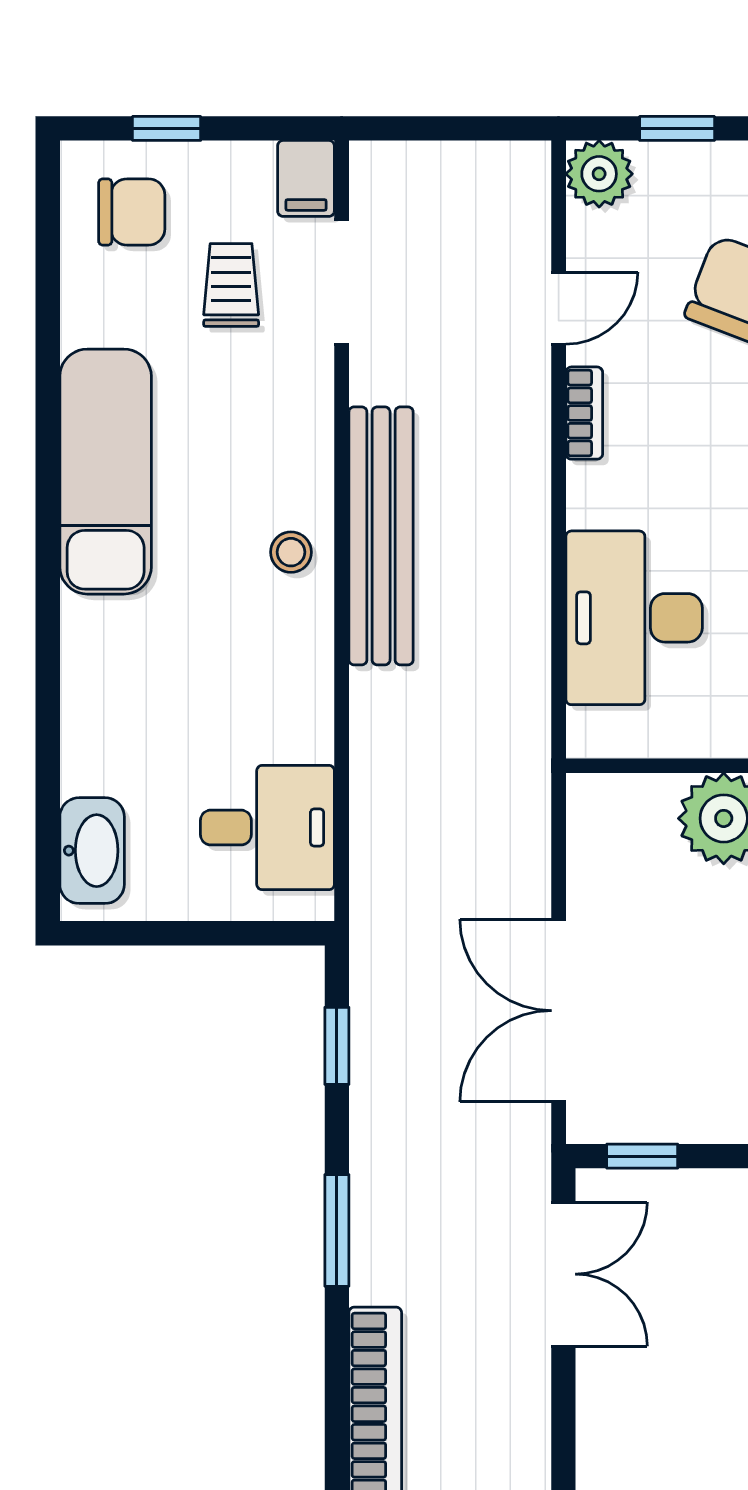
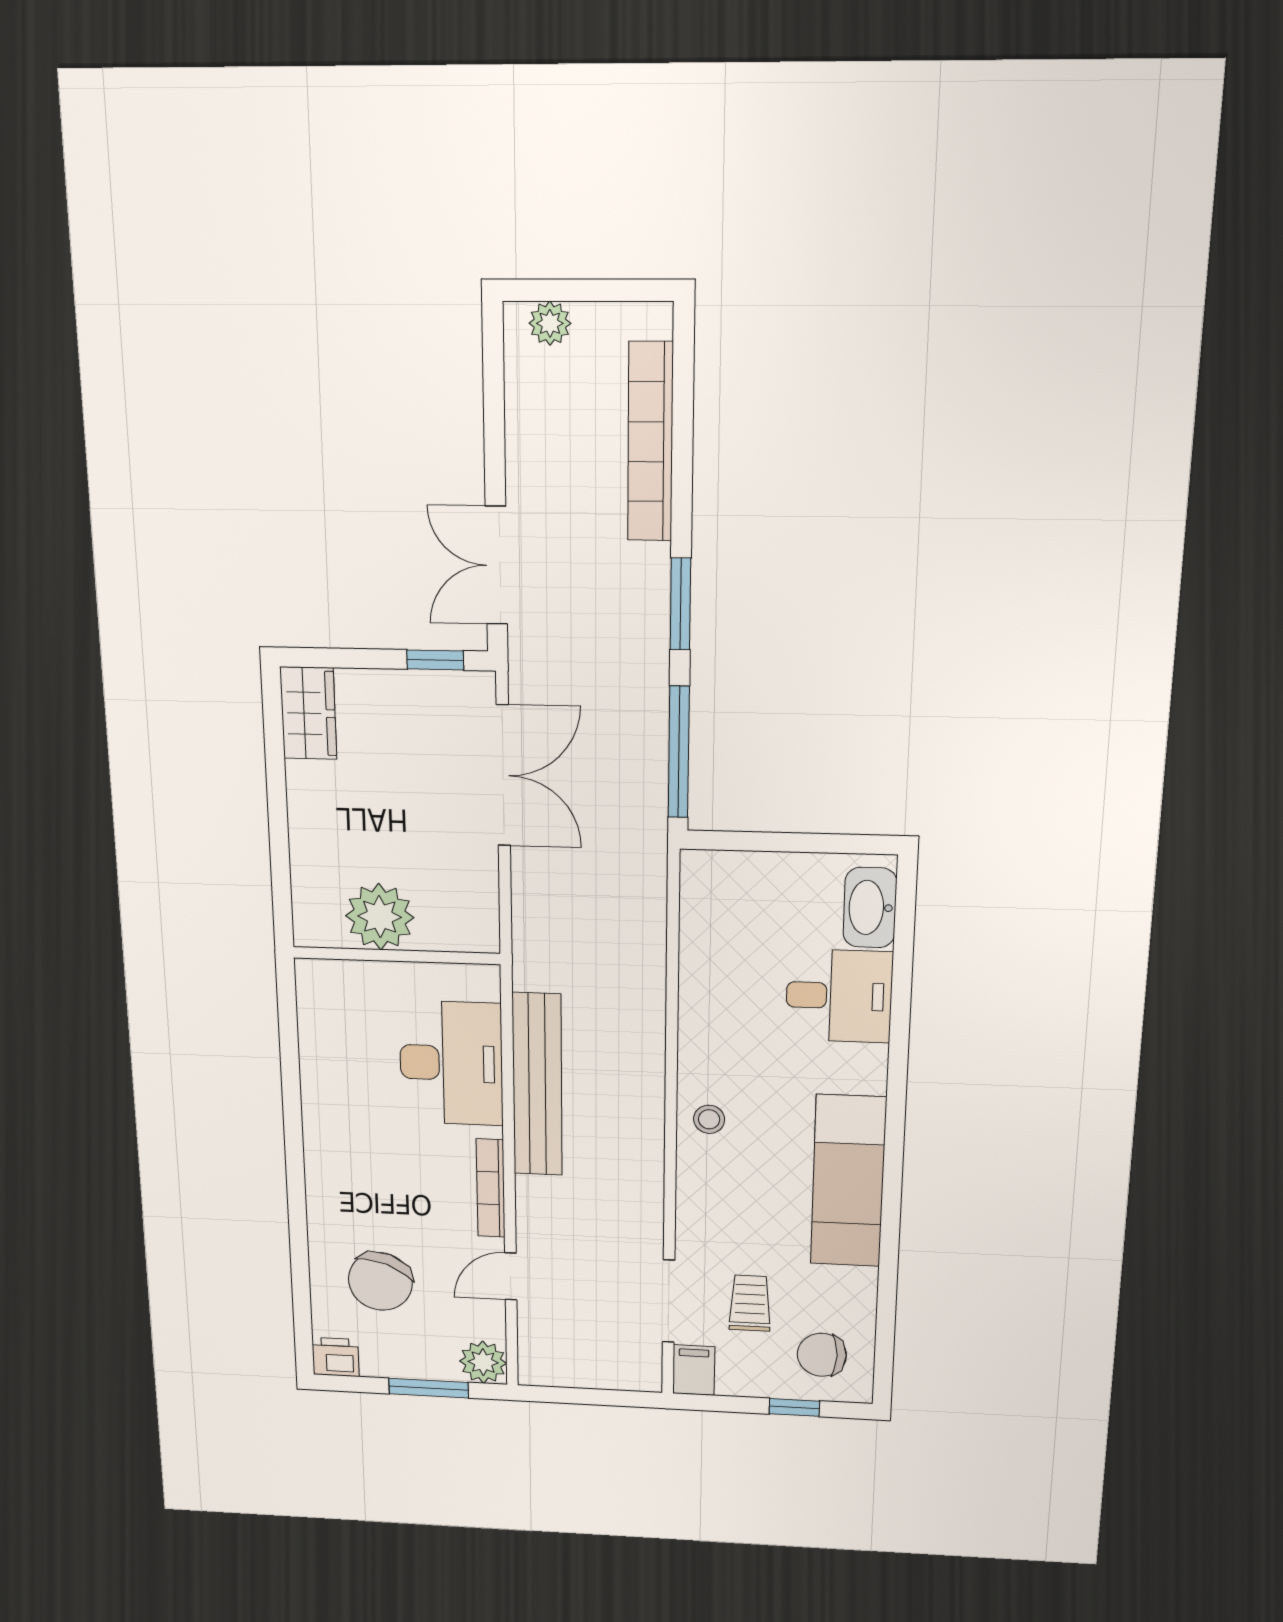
window: (677, 128) -> (429, 1388), width x1.50
trolley: (231, 285) -> (750, 1303), turned 180
bookcase: (584, 413) -> (491, 1188), width x1.56
bench: (381, 536) -> (537, 1085), moved
desk: (267, 828) -> (839, 996), moved, turned 180
window: (337, 1046) -> (679, 752), width x2.17

